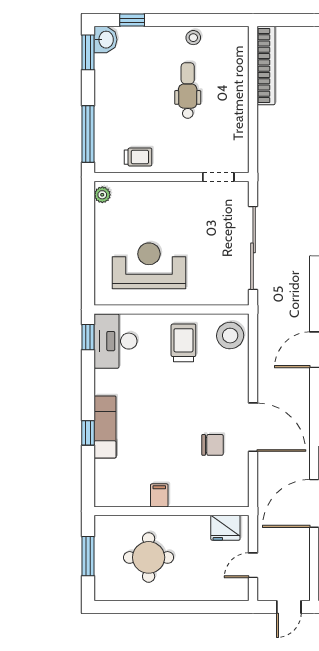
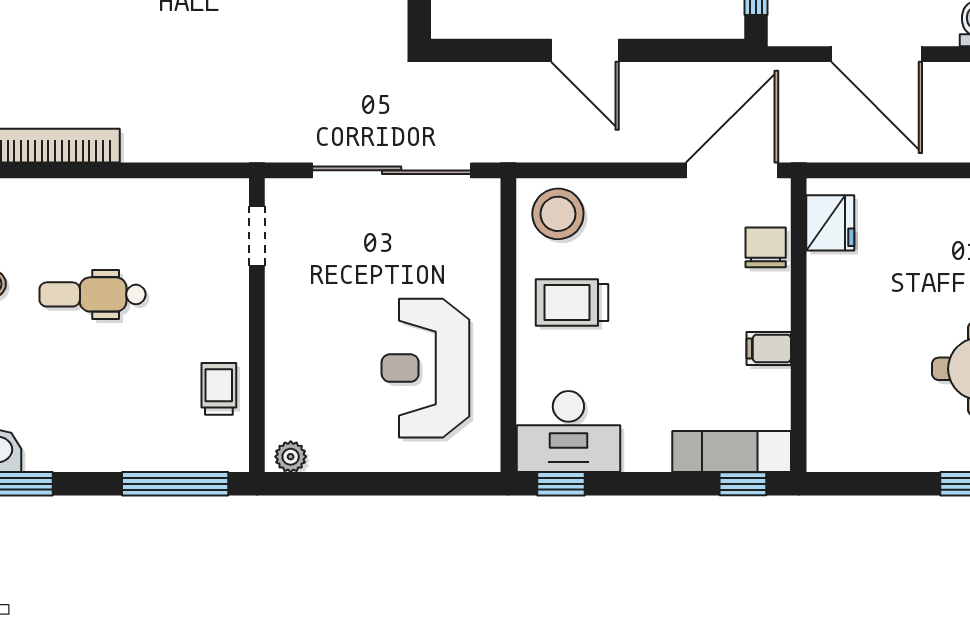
filing cabinet: (159, 495) -> (769, 348), moved
wall: (172, 511) -> (799, 325), moved
fridge: (225, 528) -> (830, 223), moved

